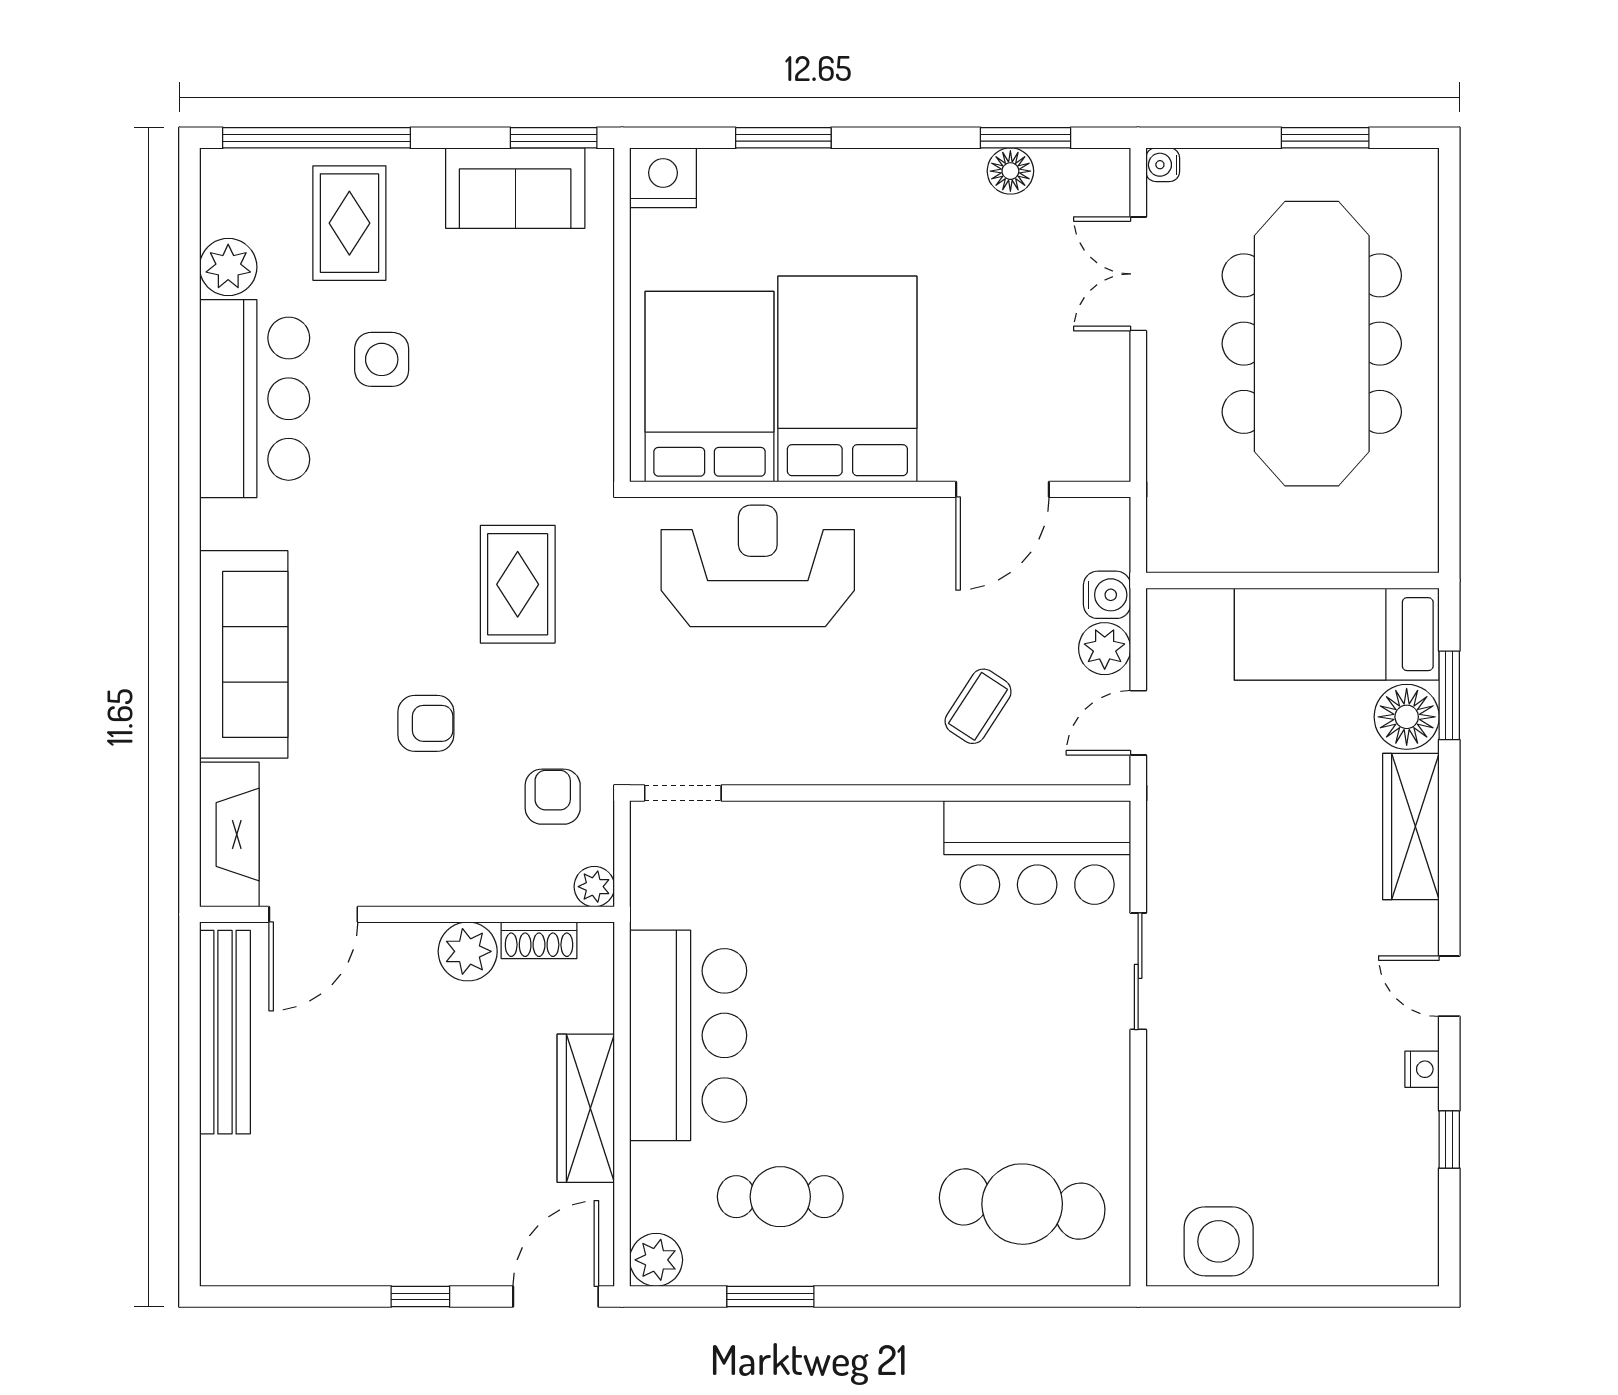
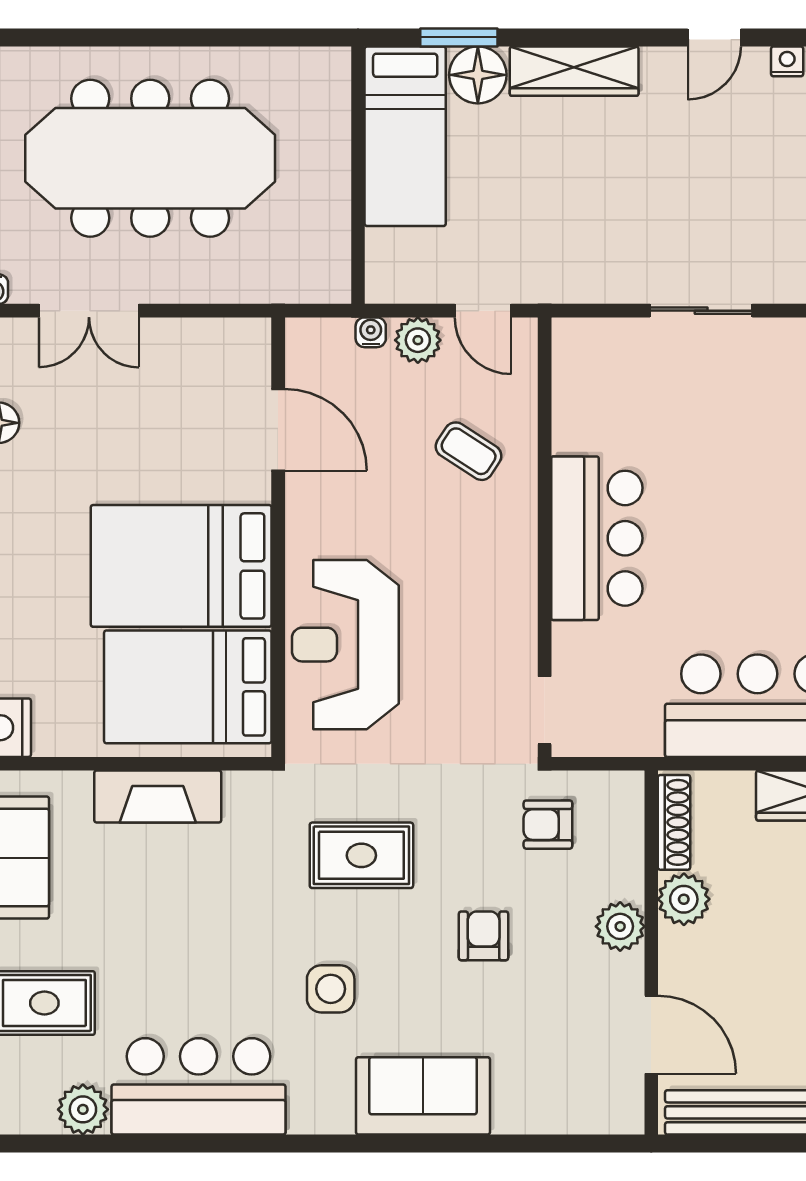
side table: (382, 359) -> (331, 989), moved
water cooler: (1107, 595) -> (371, 332), width x0.72, depth x0.72
sofa: (244, 654) -> (423, 1096), width x0.73
fireplace: (229, 835) -> (158, 796), moved, turned 180
bar counter: (1037, 852) -> (597, 538), moved
plant: (594, 887) -> (620, 926), moved, width x1.38, depth x1.38
shoe rack: (539, 940) -> (674, 822), width x1.43

